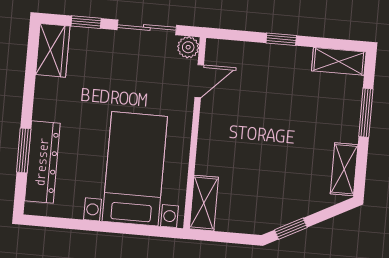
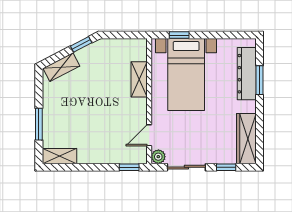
window: (281, 39) -> (129, 167), moved
wardrobe: (53, 50) -> (246, 139), width x1.50
shelving: (344, 169) -> (61, 67), moved, turned 63
shelving: (204, 203) -> (139, 79), moved
window: (140, 230) -> (179, 35), added

